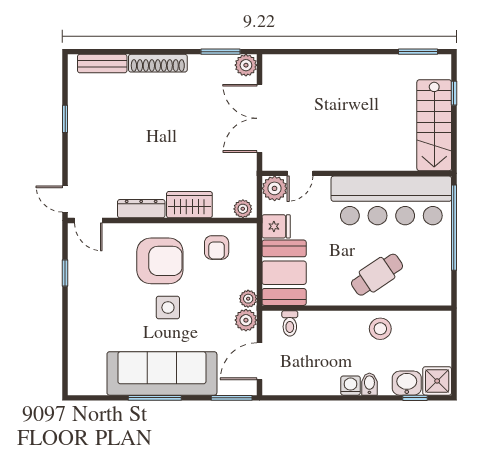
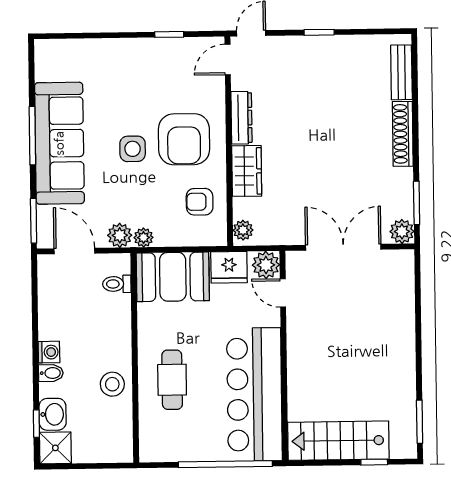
window: (65, 119) -> (319, 32), moved
fridge: (276, 226) -> (229, 267), width x1.38
cafe table: (377, 275) -> (172, 380), turned 34

